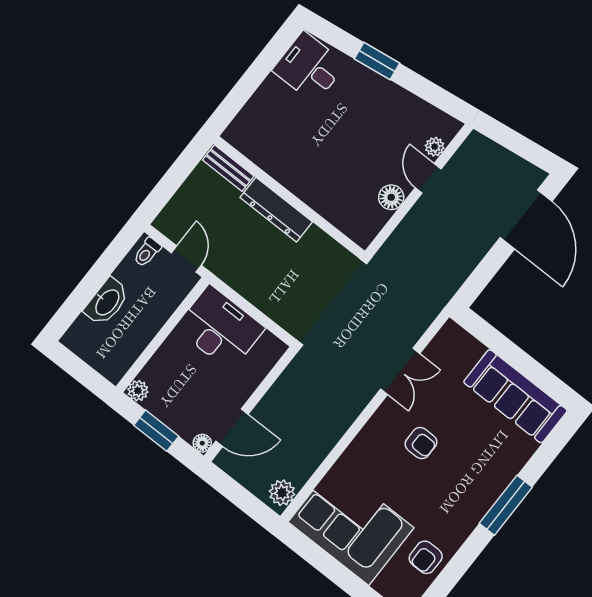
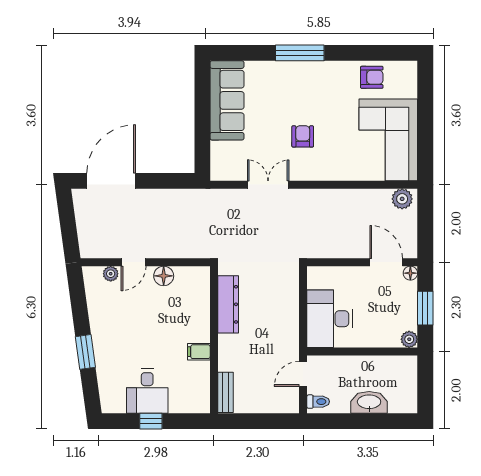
desk: (309, 67) -> (147, 391), moved
window: (258, 72) -> (151, 421), added
filing cabinet: (289, 173) -> (199, 352), added
dresser: (276, 210) -> (228, 304), moved

